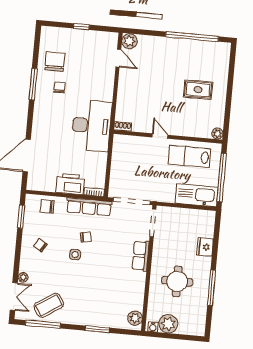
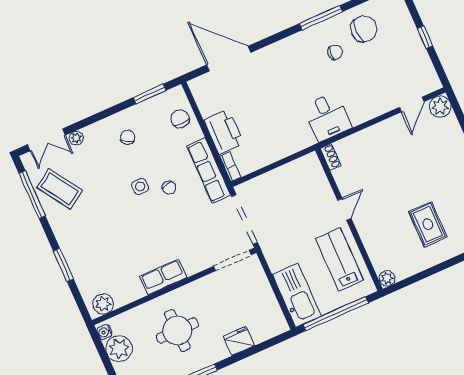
desk: (91, 126) -> (327, 117), width x0.53, depth x0.77
row of seats: (141, 256) -> (163, 277), moved

